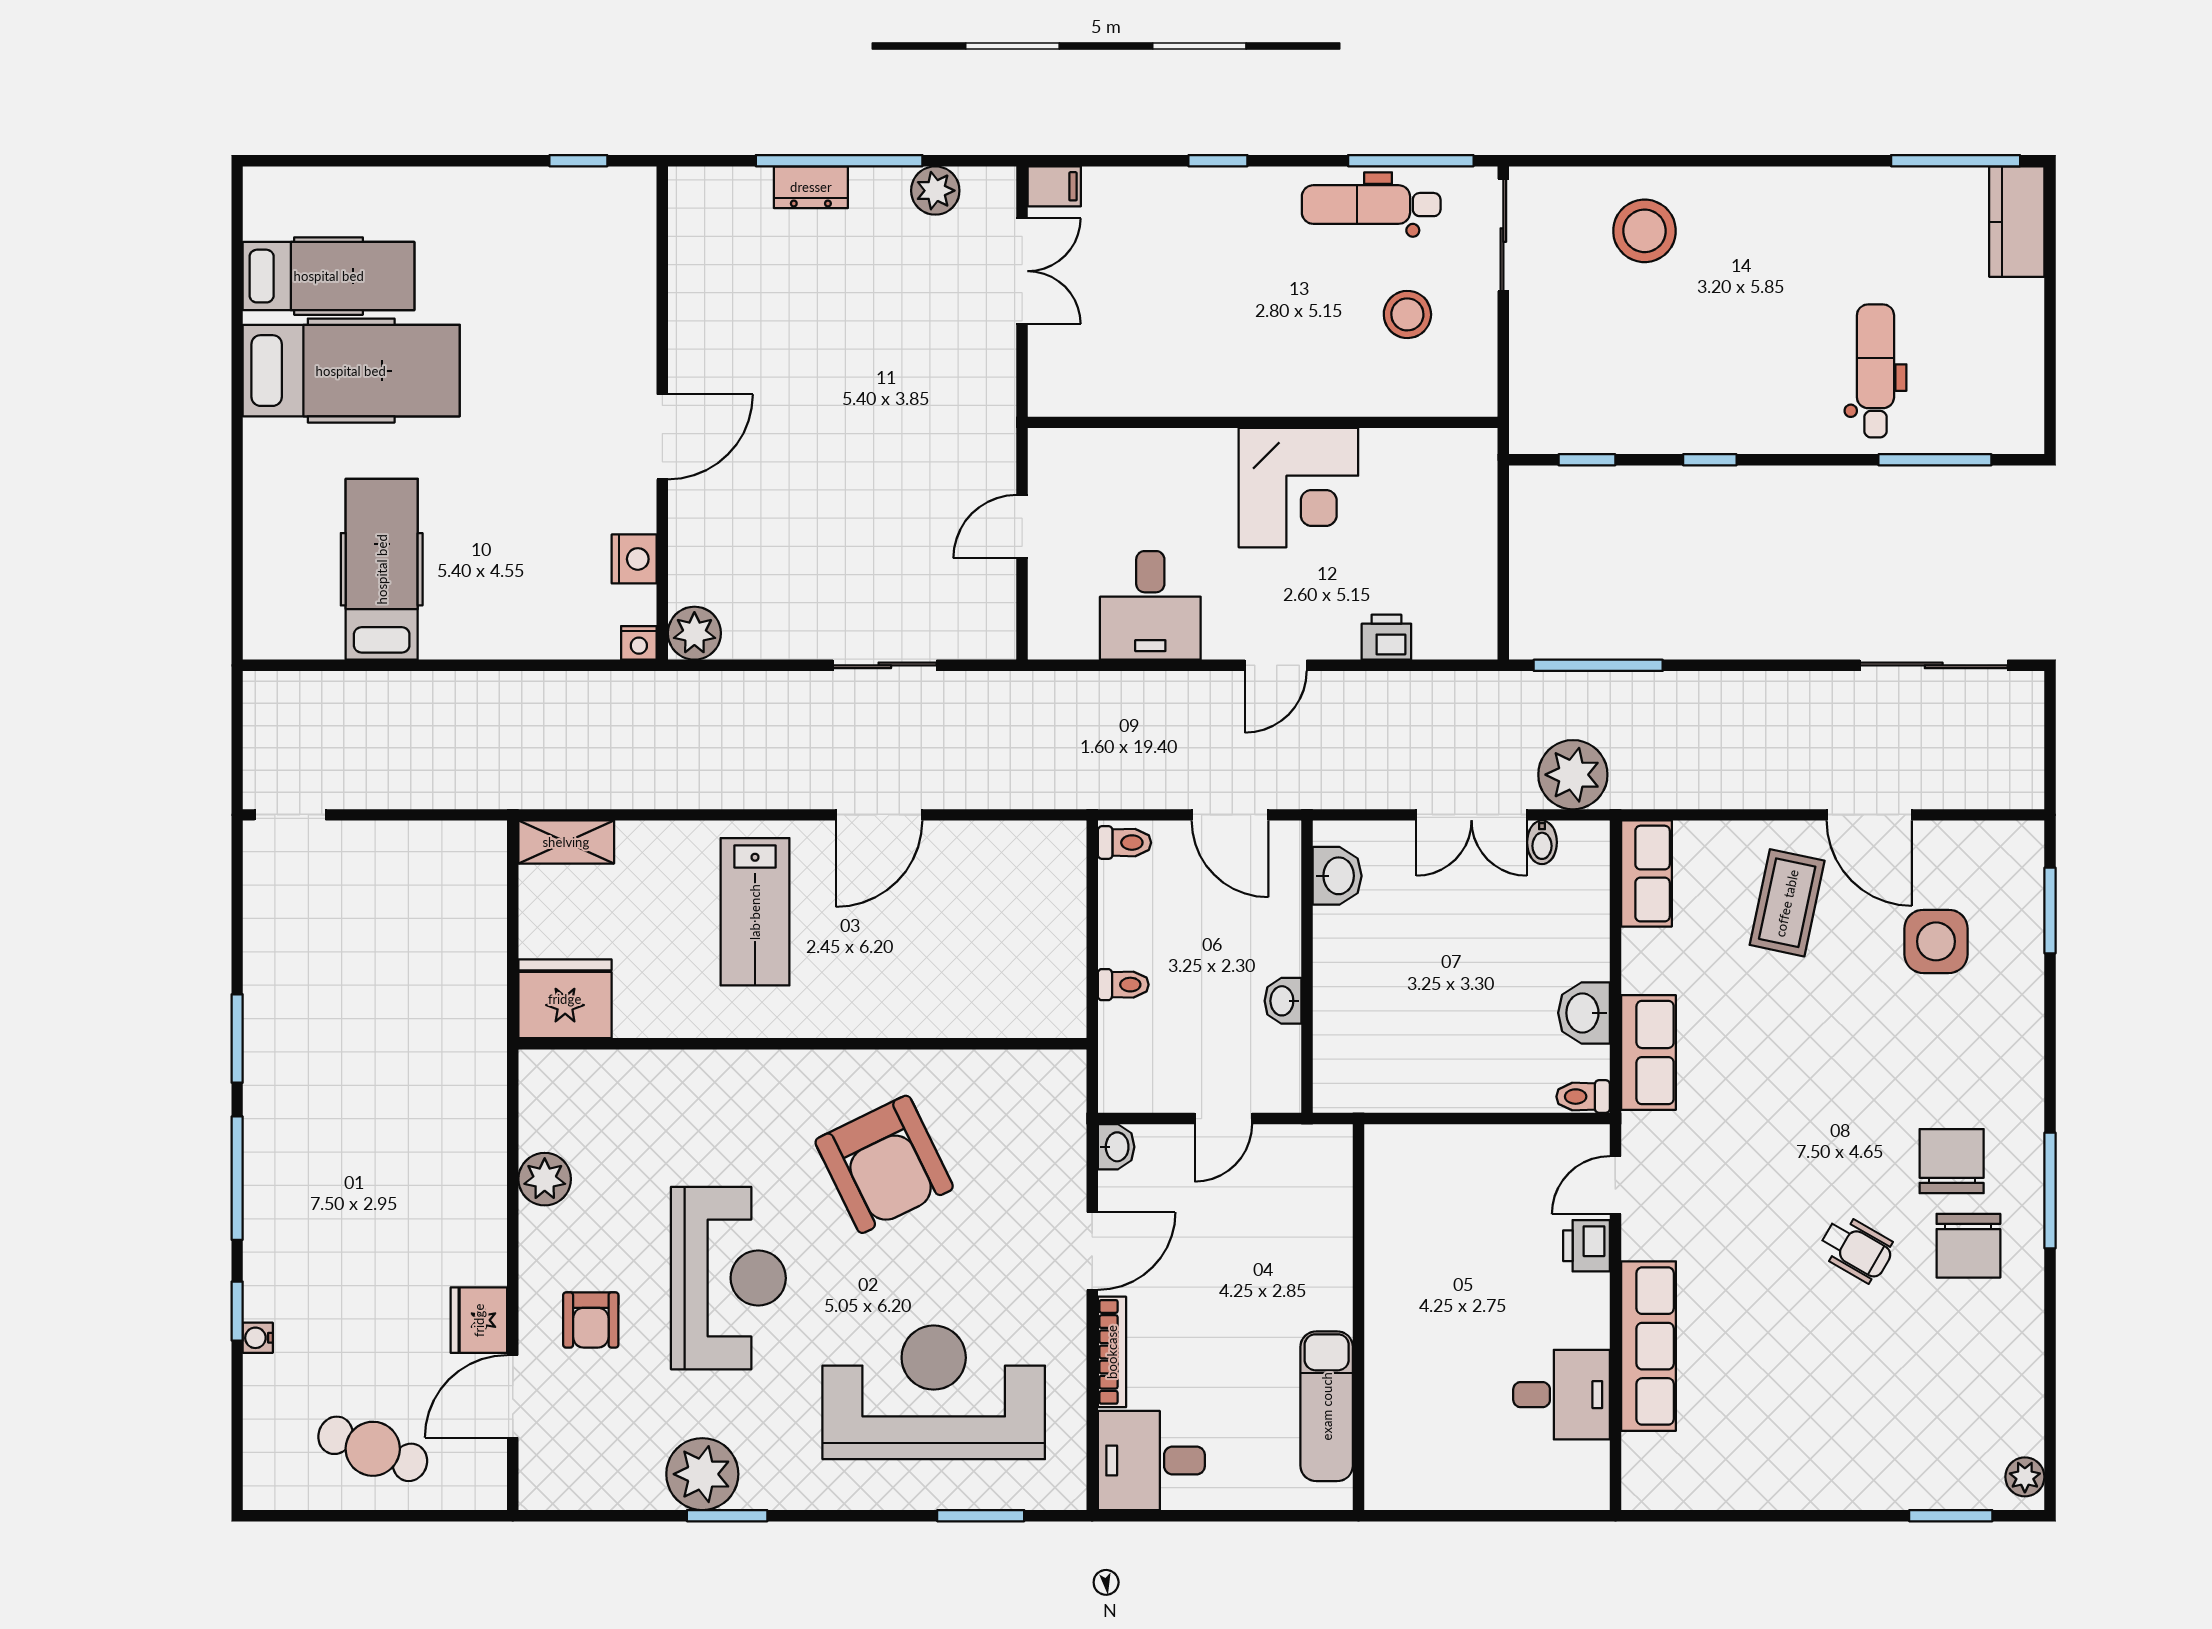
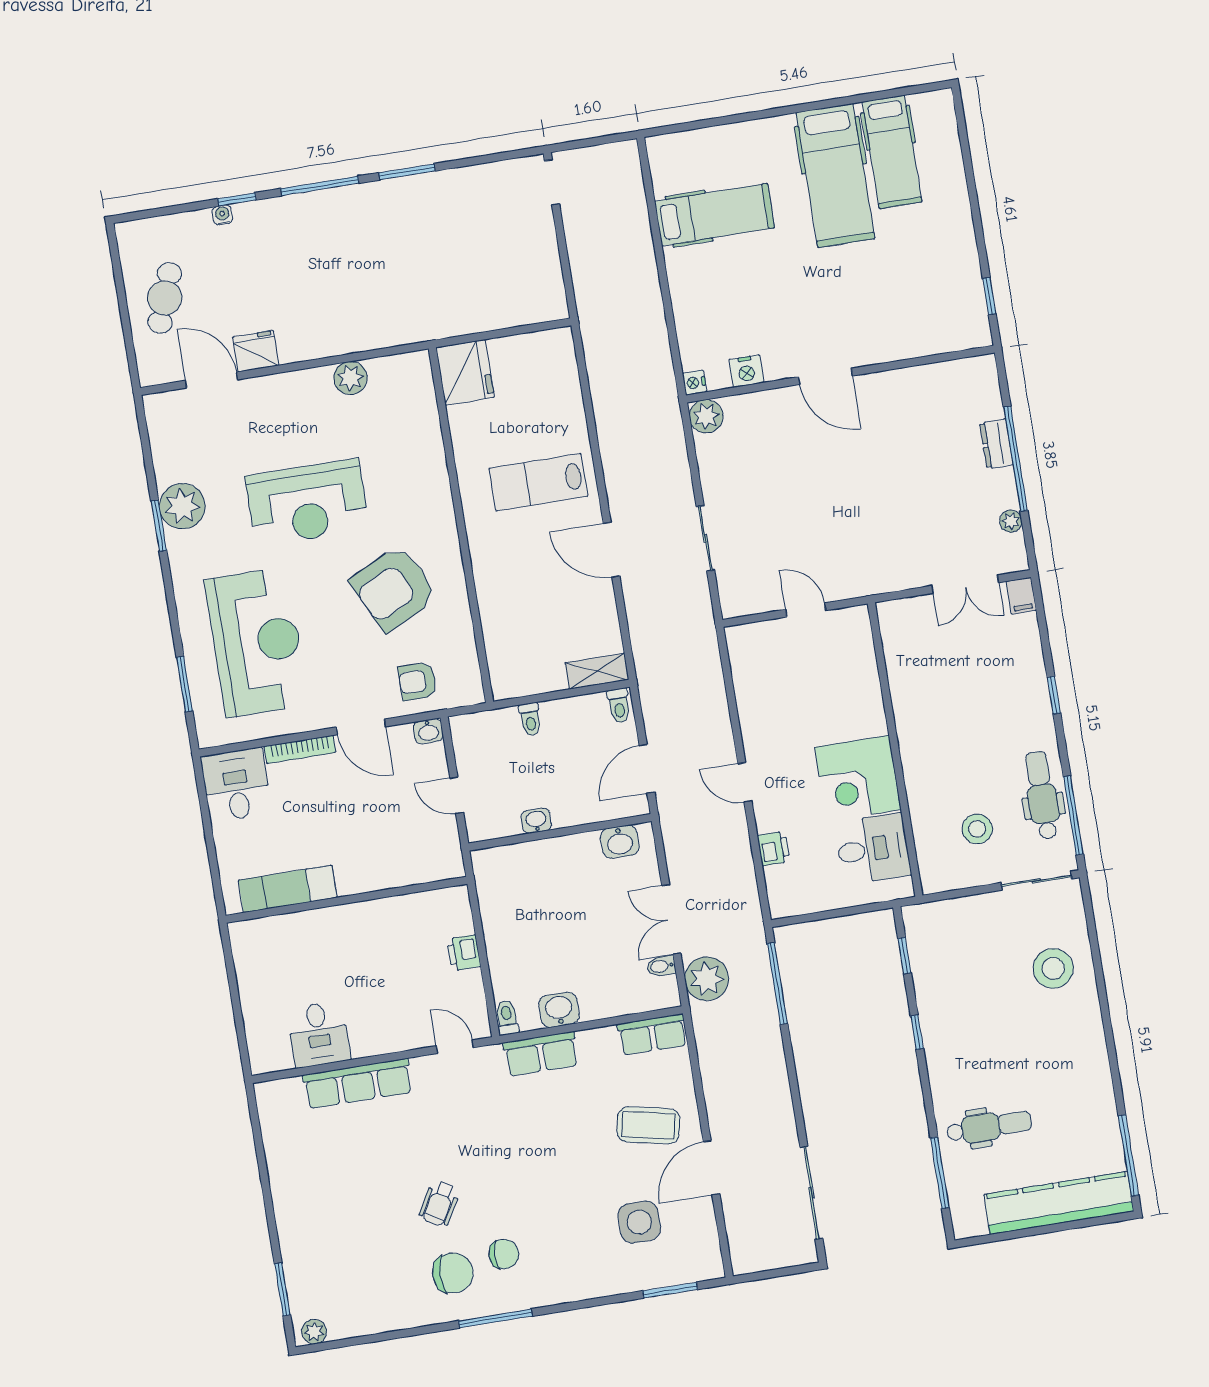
plant: (935, 191) -> (1011, 521), width x0.73, depth x0.73
kitchen counter: (2017, 222) -> (1059, 1203), width x2.08, depth x1.17
desk: (1150, 605) -> (873, 849), moved, turned 180
shelving: (566, 842) -> (597, 671), moved, turned 90
chair: (1952, 1161) -> (504, 1254), width x0.73, depth x0.73
printer: (1587, 1246) -> (464, 953), moved, turned -90
chair: (1968, 1246) -> (453, 1273), turned 180
armchair: (591, 1320) -> (418, 681), moved

